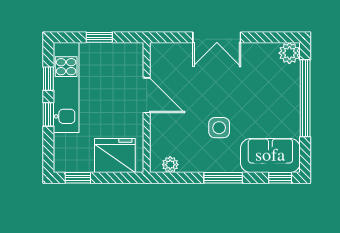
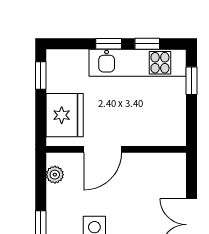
window: (99, 37) -> (192, 81), moved
door: (147, 95) -> (103, 149), moved

